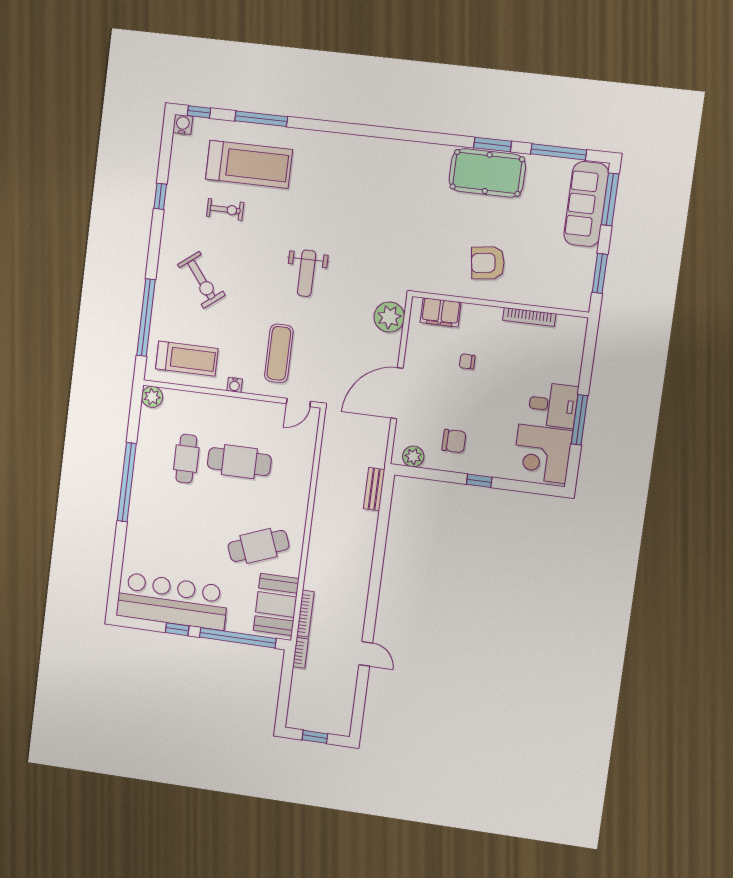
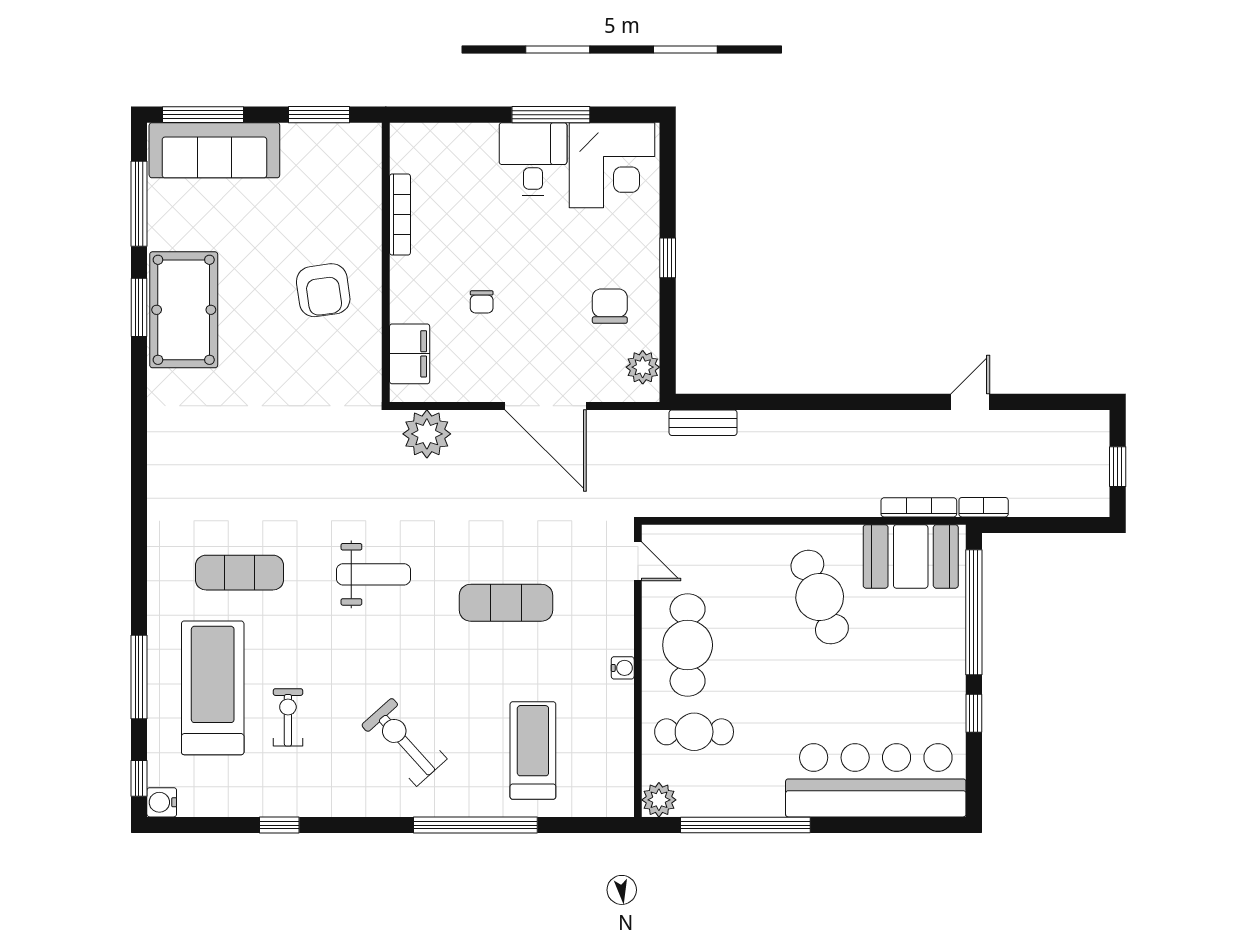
exercise mat: (318, 189) -> (239, 573), added
exercise bike: (201, 280) -> (404, 742), turned -94
water cooler: (235, 385) -> (623, 668), moved
wall: (232, 394) -> (638, 671), moved
plant: (152, 397) -> (659, 800), moved
door: (298, 403) -> (638, 561), moved
bar counter: (172, 601) -> (876, 780), moved, turned 90

